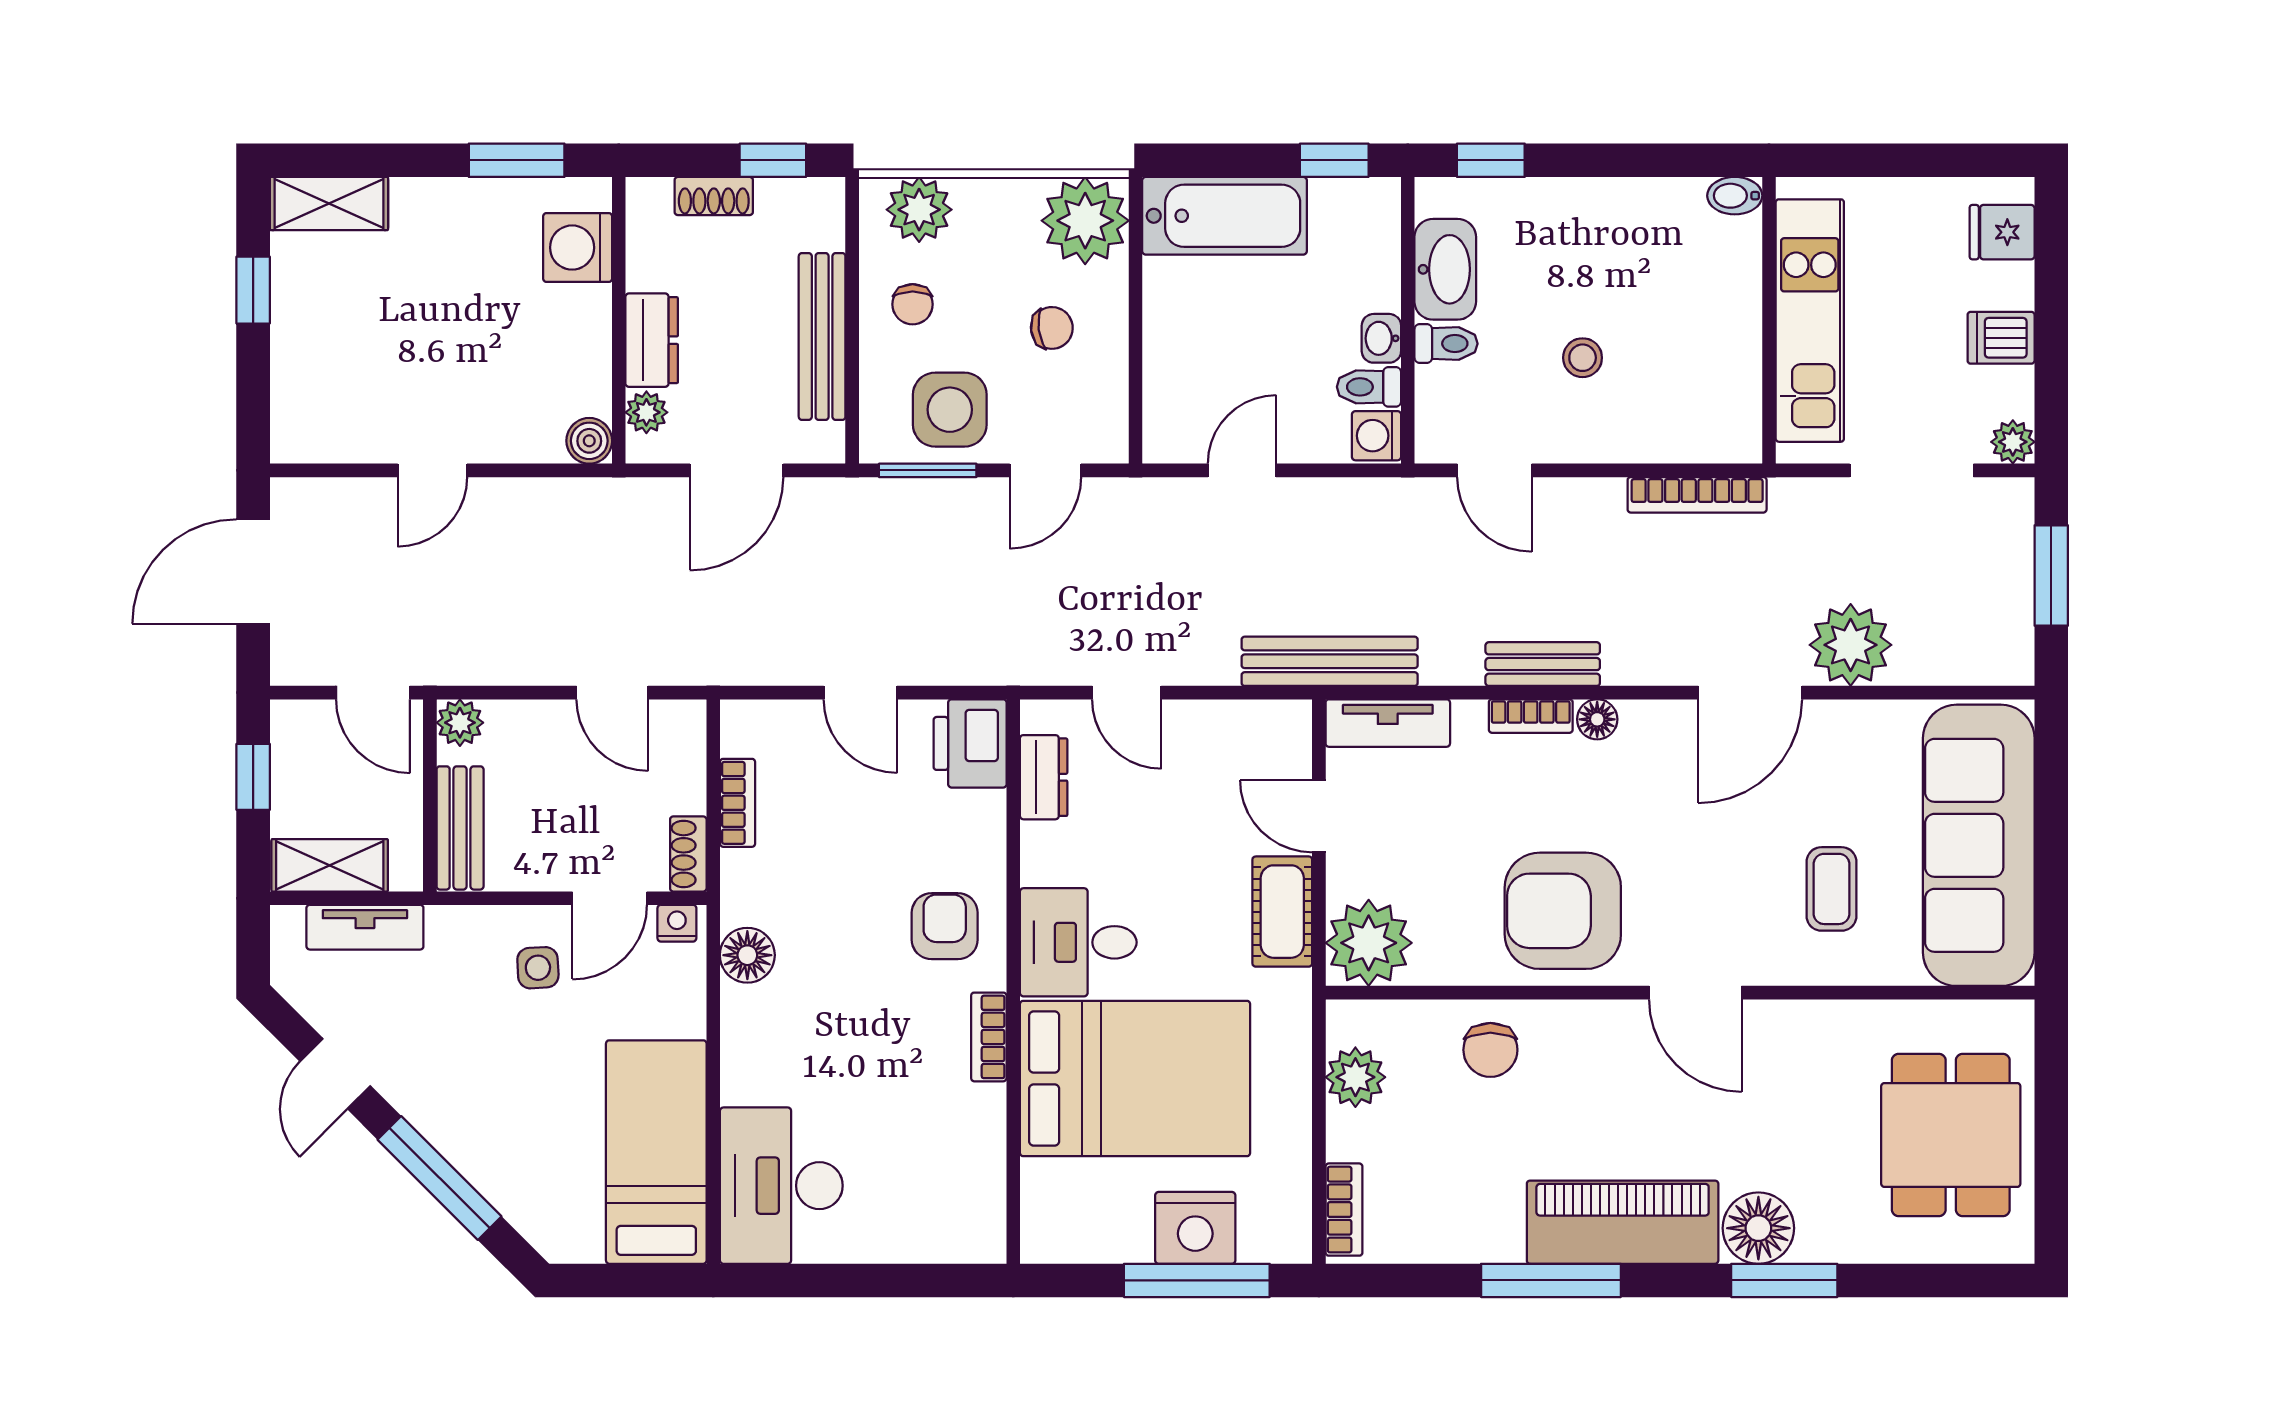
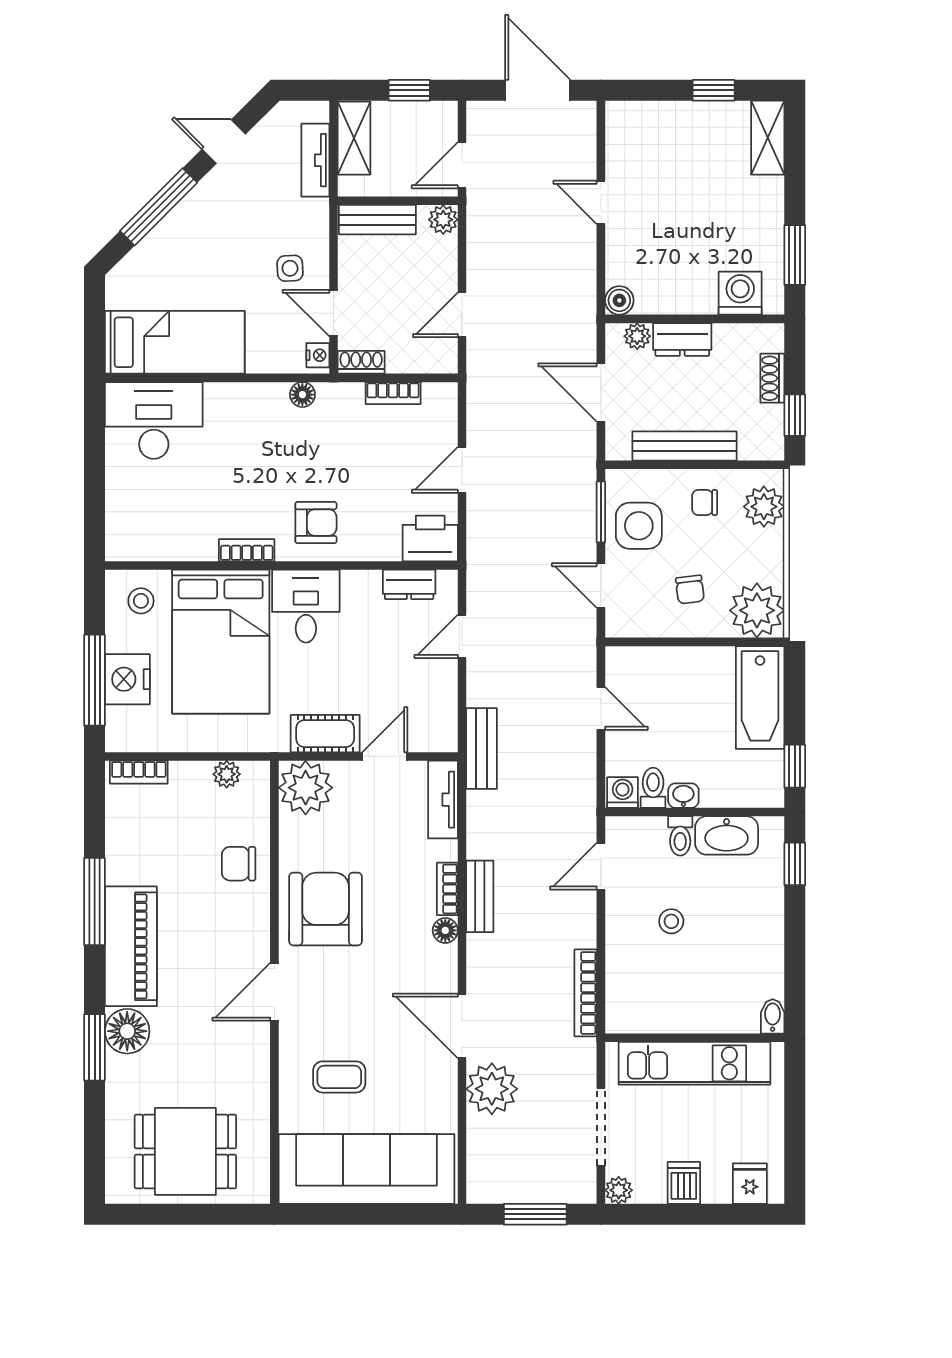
bench: (1330, 661) -> (482, 749), width x0.73
floor lamp: (747, 955) -> (302, 395), width x0.73, depth x0.73
plant: (1355, 1077) -> (227, 774), width x0.73, depth x0.73
stool: (1070, 1206) -> (141, 601), added

